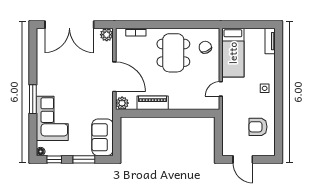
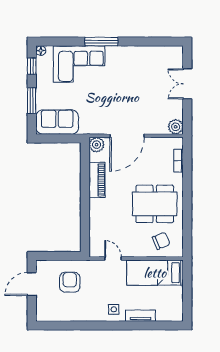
double door: (69, 25) -> (187, 84), width x0.54
tv unit: (270, 41) -> (141, 316), moved
armchair: (258, 127) -> (70, 282), moved

